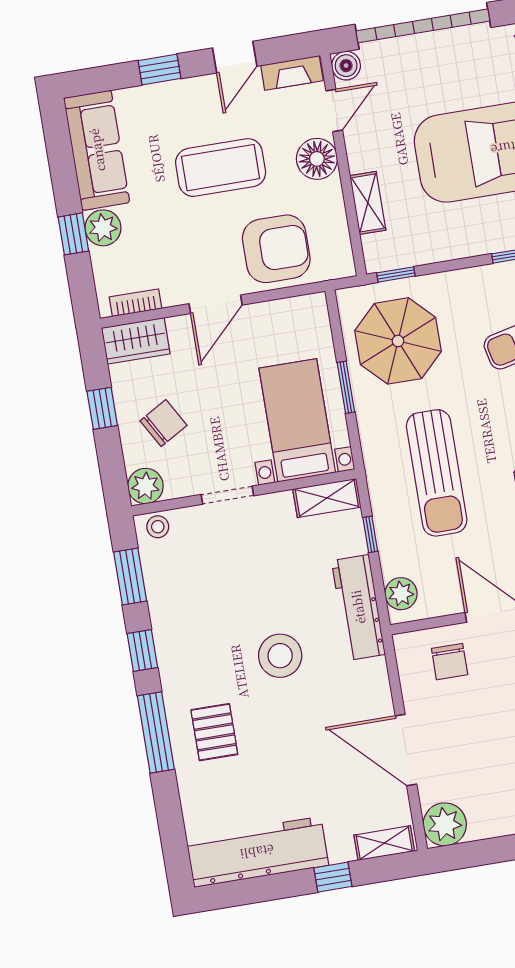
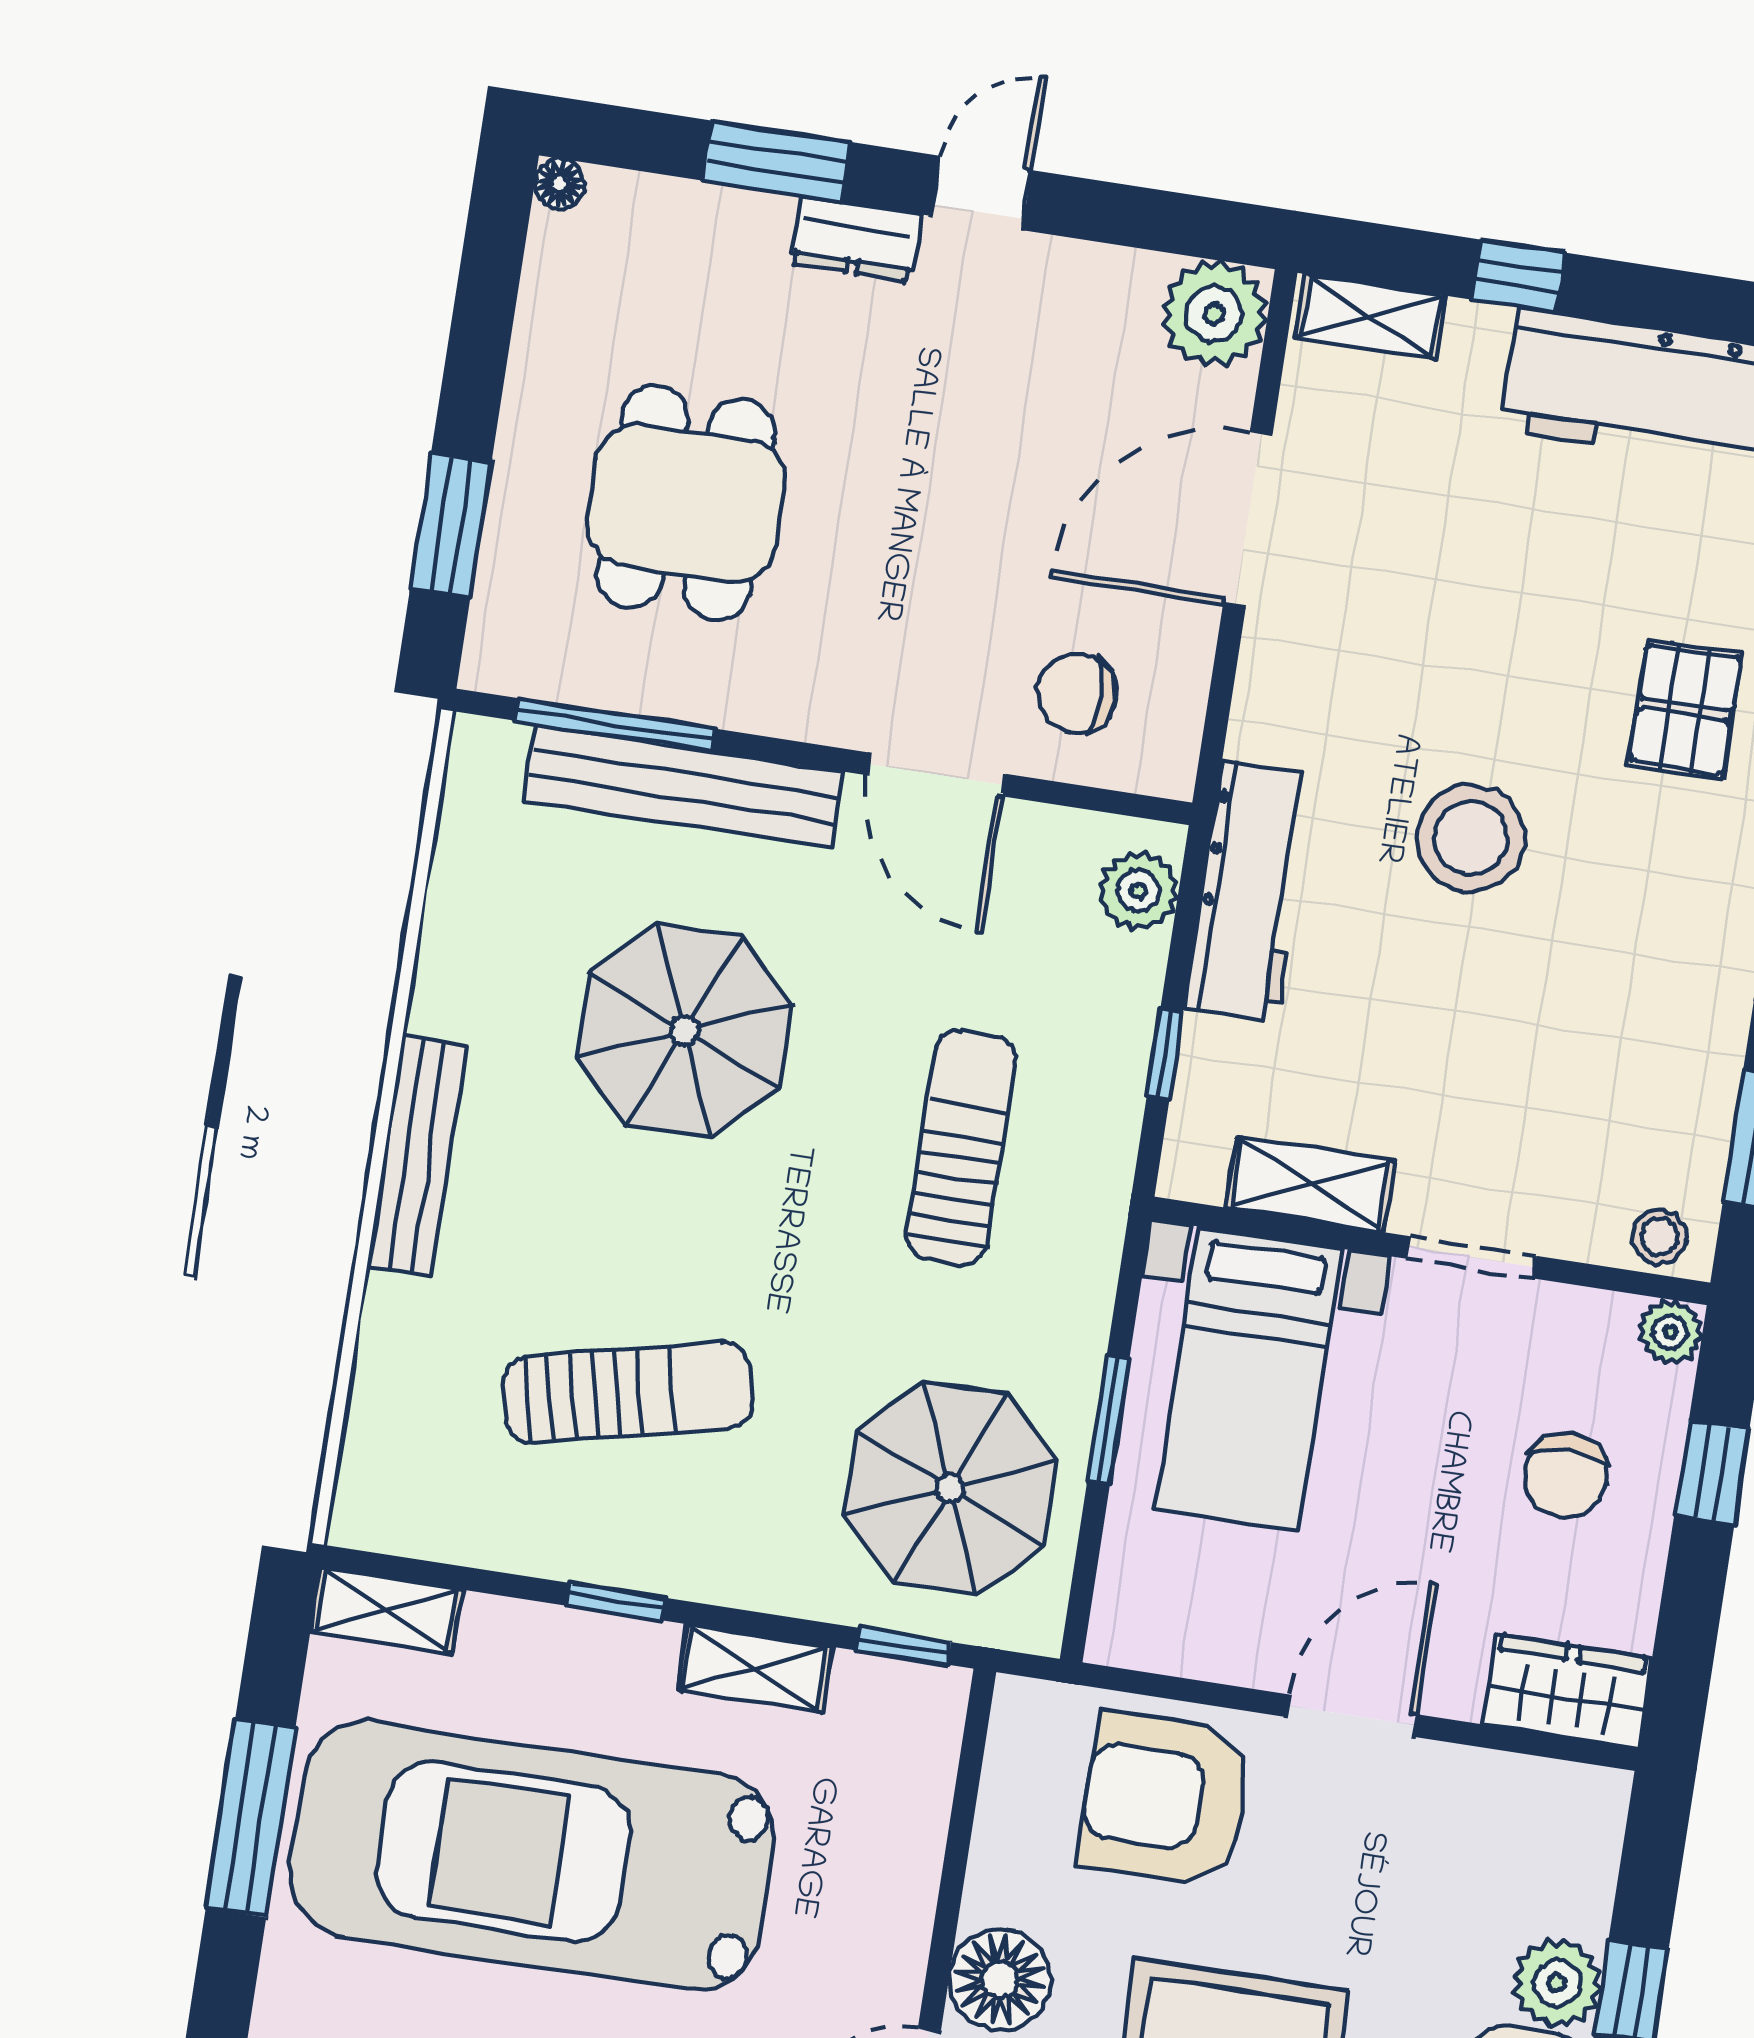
shelving: (368, 203) -> (755, 1668), moved, turned 90
bookcase: (136, 303) -> (1538, 1781), removed
window: (102, 408) -> (1712, 1472), moved
chair: (164, 423) -> (1566, 1476), turned -60
sun lounger: (437, 473) -> (961, 1147), width x0.73, depth x0.75
plant: (145, 486) -> (1670, 1332), width x0.73, depth x0.73
shelving: (327, 498) -> (1310, 1184), moved
chair: (450, 662) -> (1077, 693), turned -90
door: (406, 750) -> (1248, 519), swing flipped

